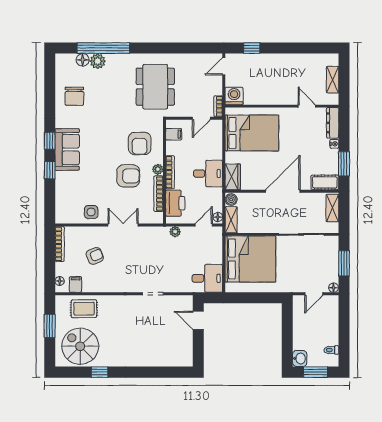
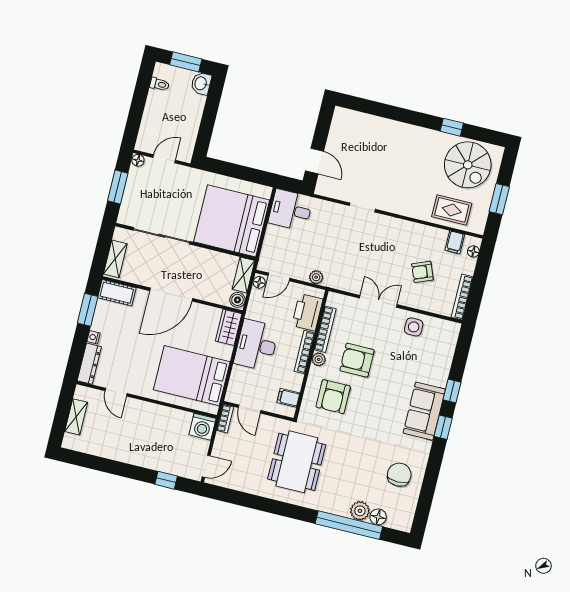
door: (201, 118) -> (250, 409), swing flipped
armchair: (140, 144) -> (333, 397), turned 180
desk: (208, 174) -> (256, 345), width x1.37
double door: (123, 225) -> (378, 301), swing flipped

